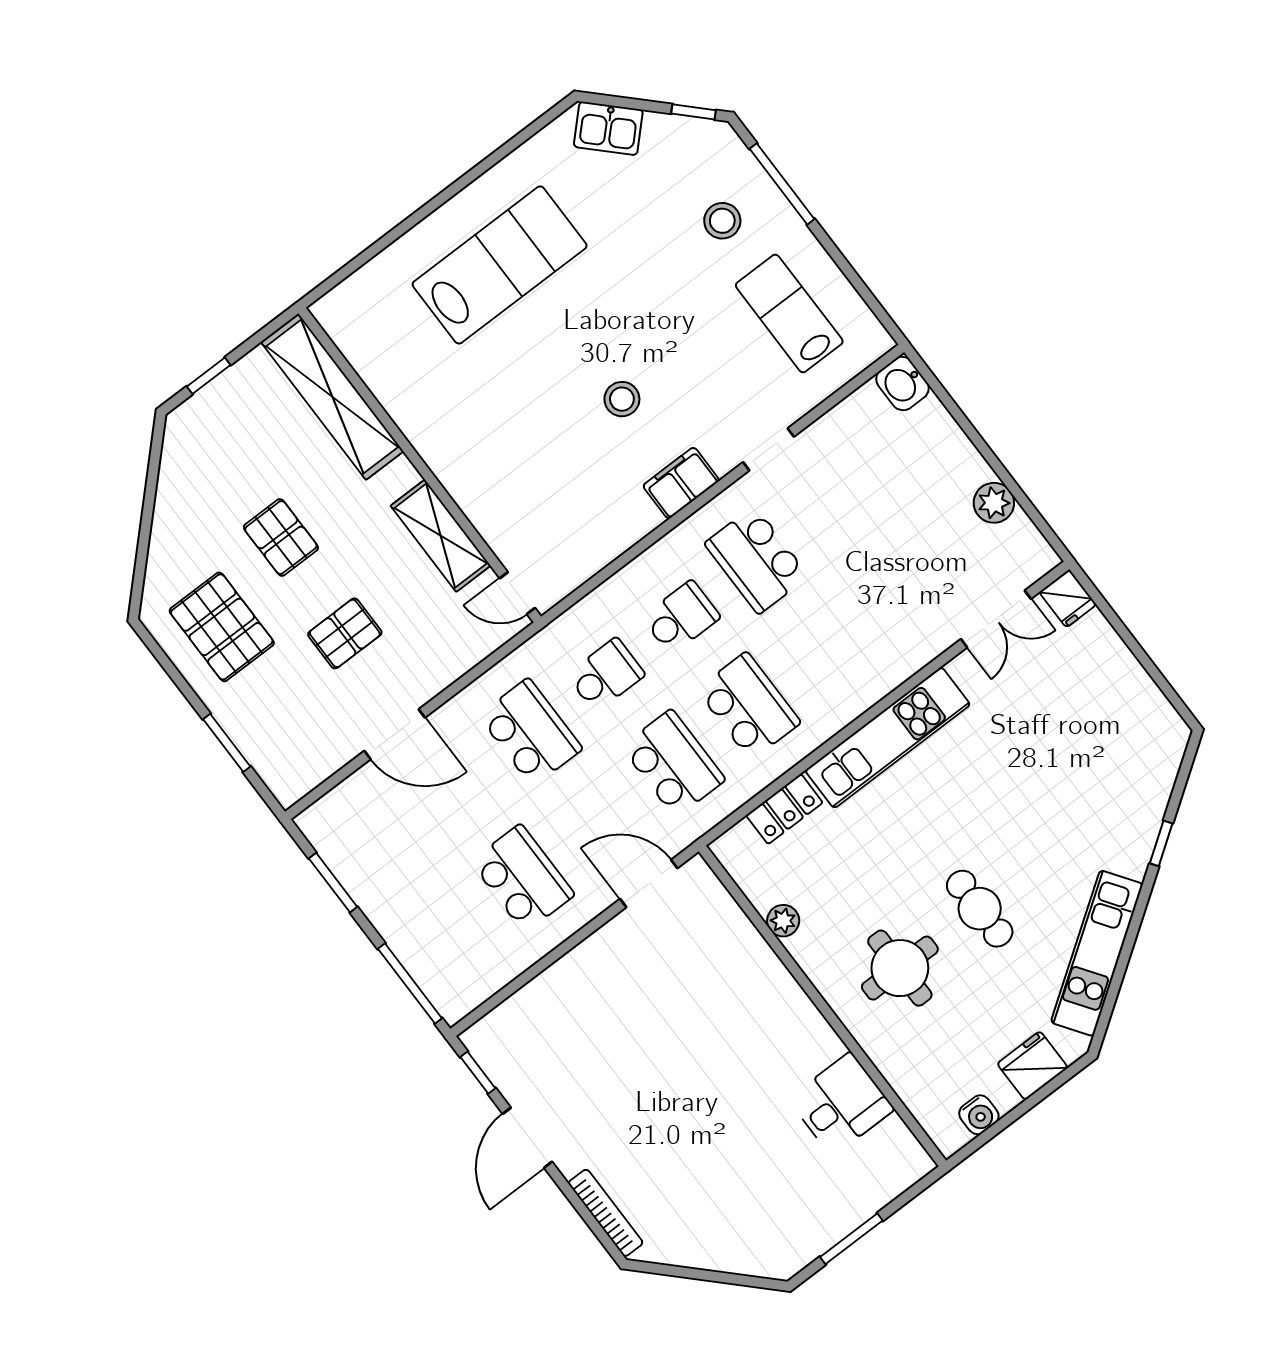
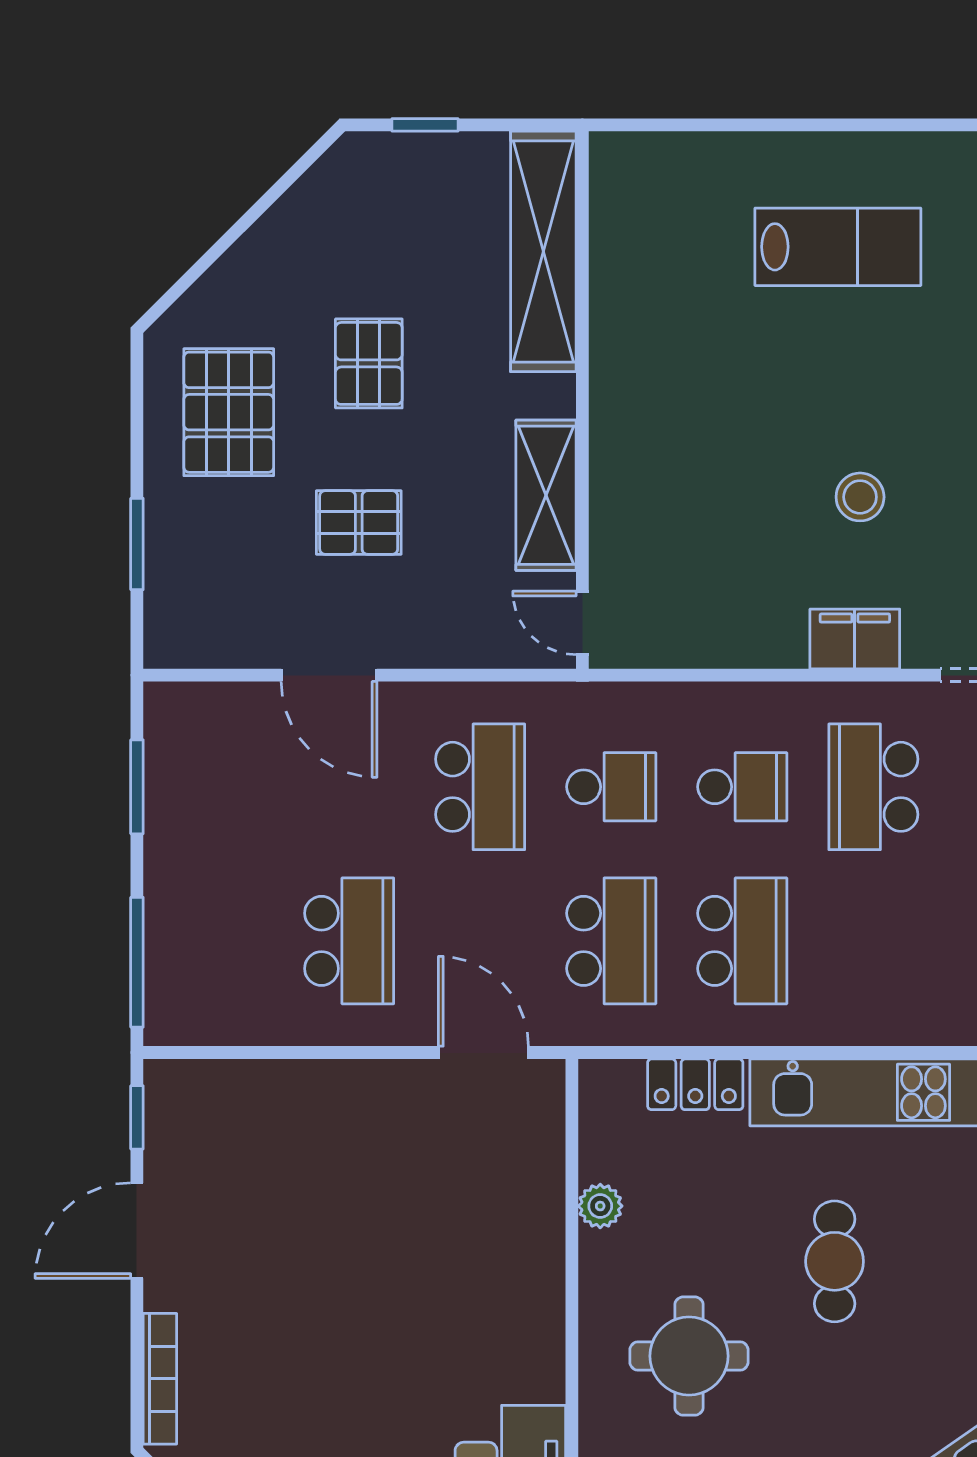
lab bench: (500, 265) -> (838, 247), width x0.73, depth x0.72
cafe table: (980, 909) -> (835, 1261), moved

